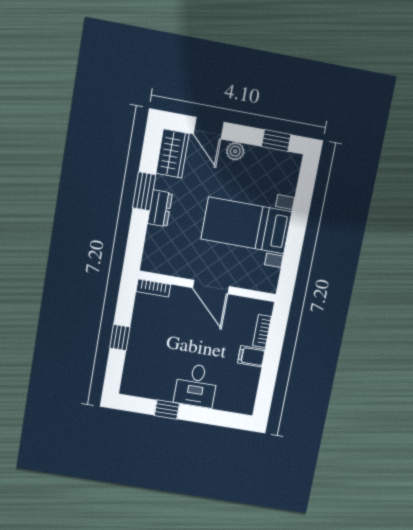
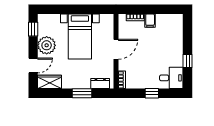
plant: (235, 151) -> (47, 45), width x1.88, depth x1.88
window: (144, 191) -> (82, 93), moved
dresser: (160, 208) -> (100, 84), moved
desk: (196, 385) -> (171, 78), moved

